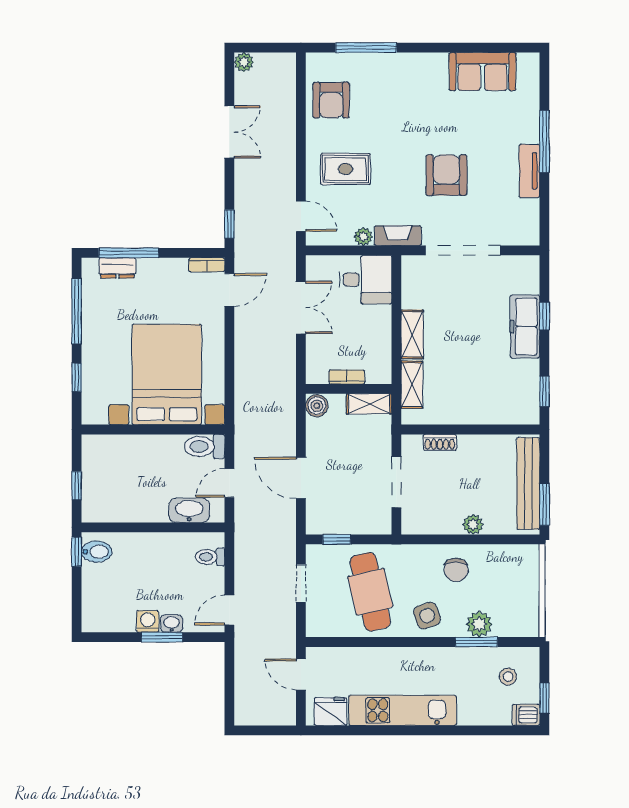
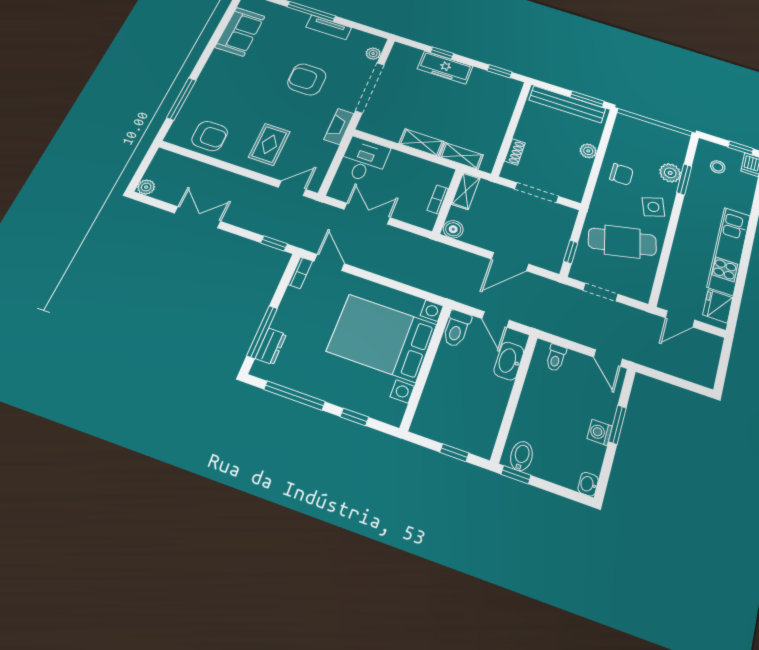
plant: (363, 237) -> (373, 54), moved
washbasin: (172, 624) -> (588, 484), moved

